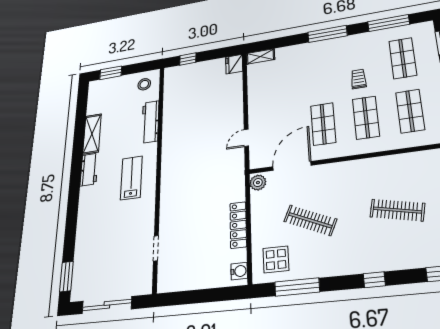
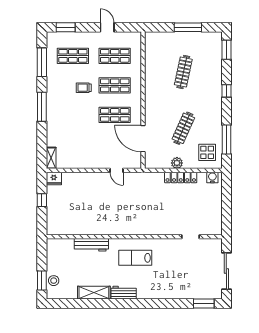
window: (188, 59) -> (42, 200), moved
stool: (144, 84) -> (54, 281), moved
plant: (258, 183) -> (177, 163), moved

